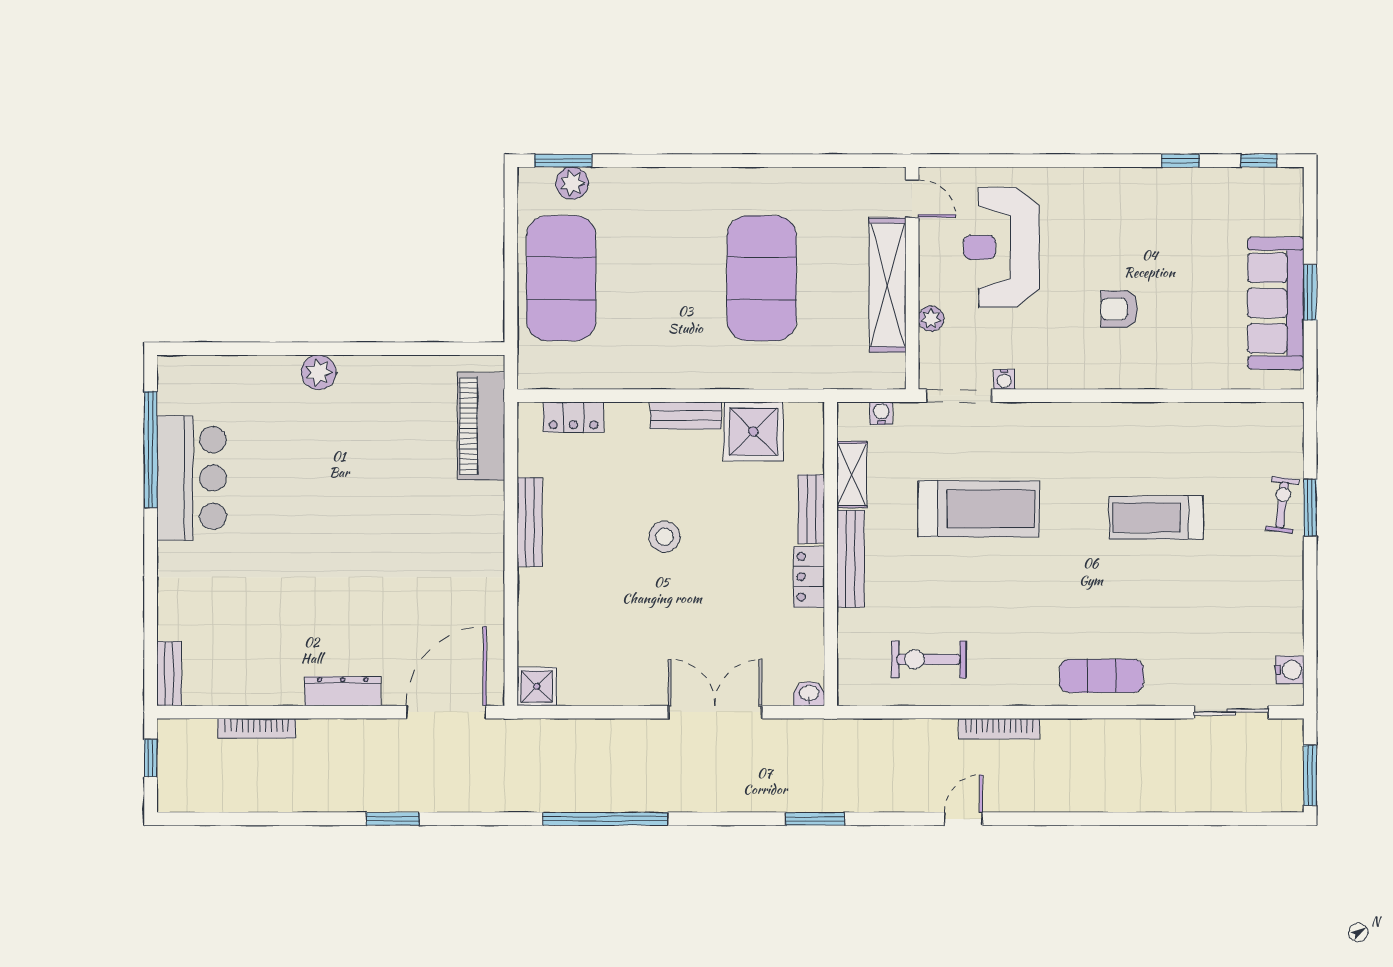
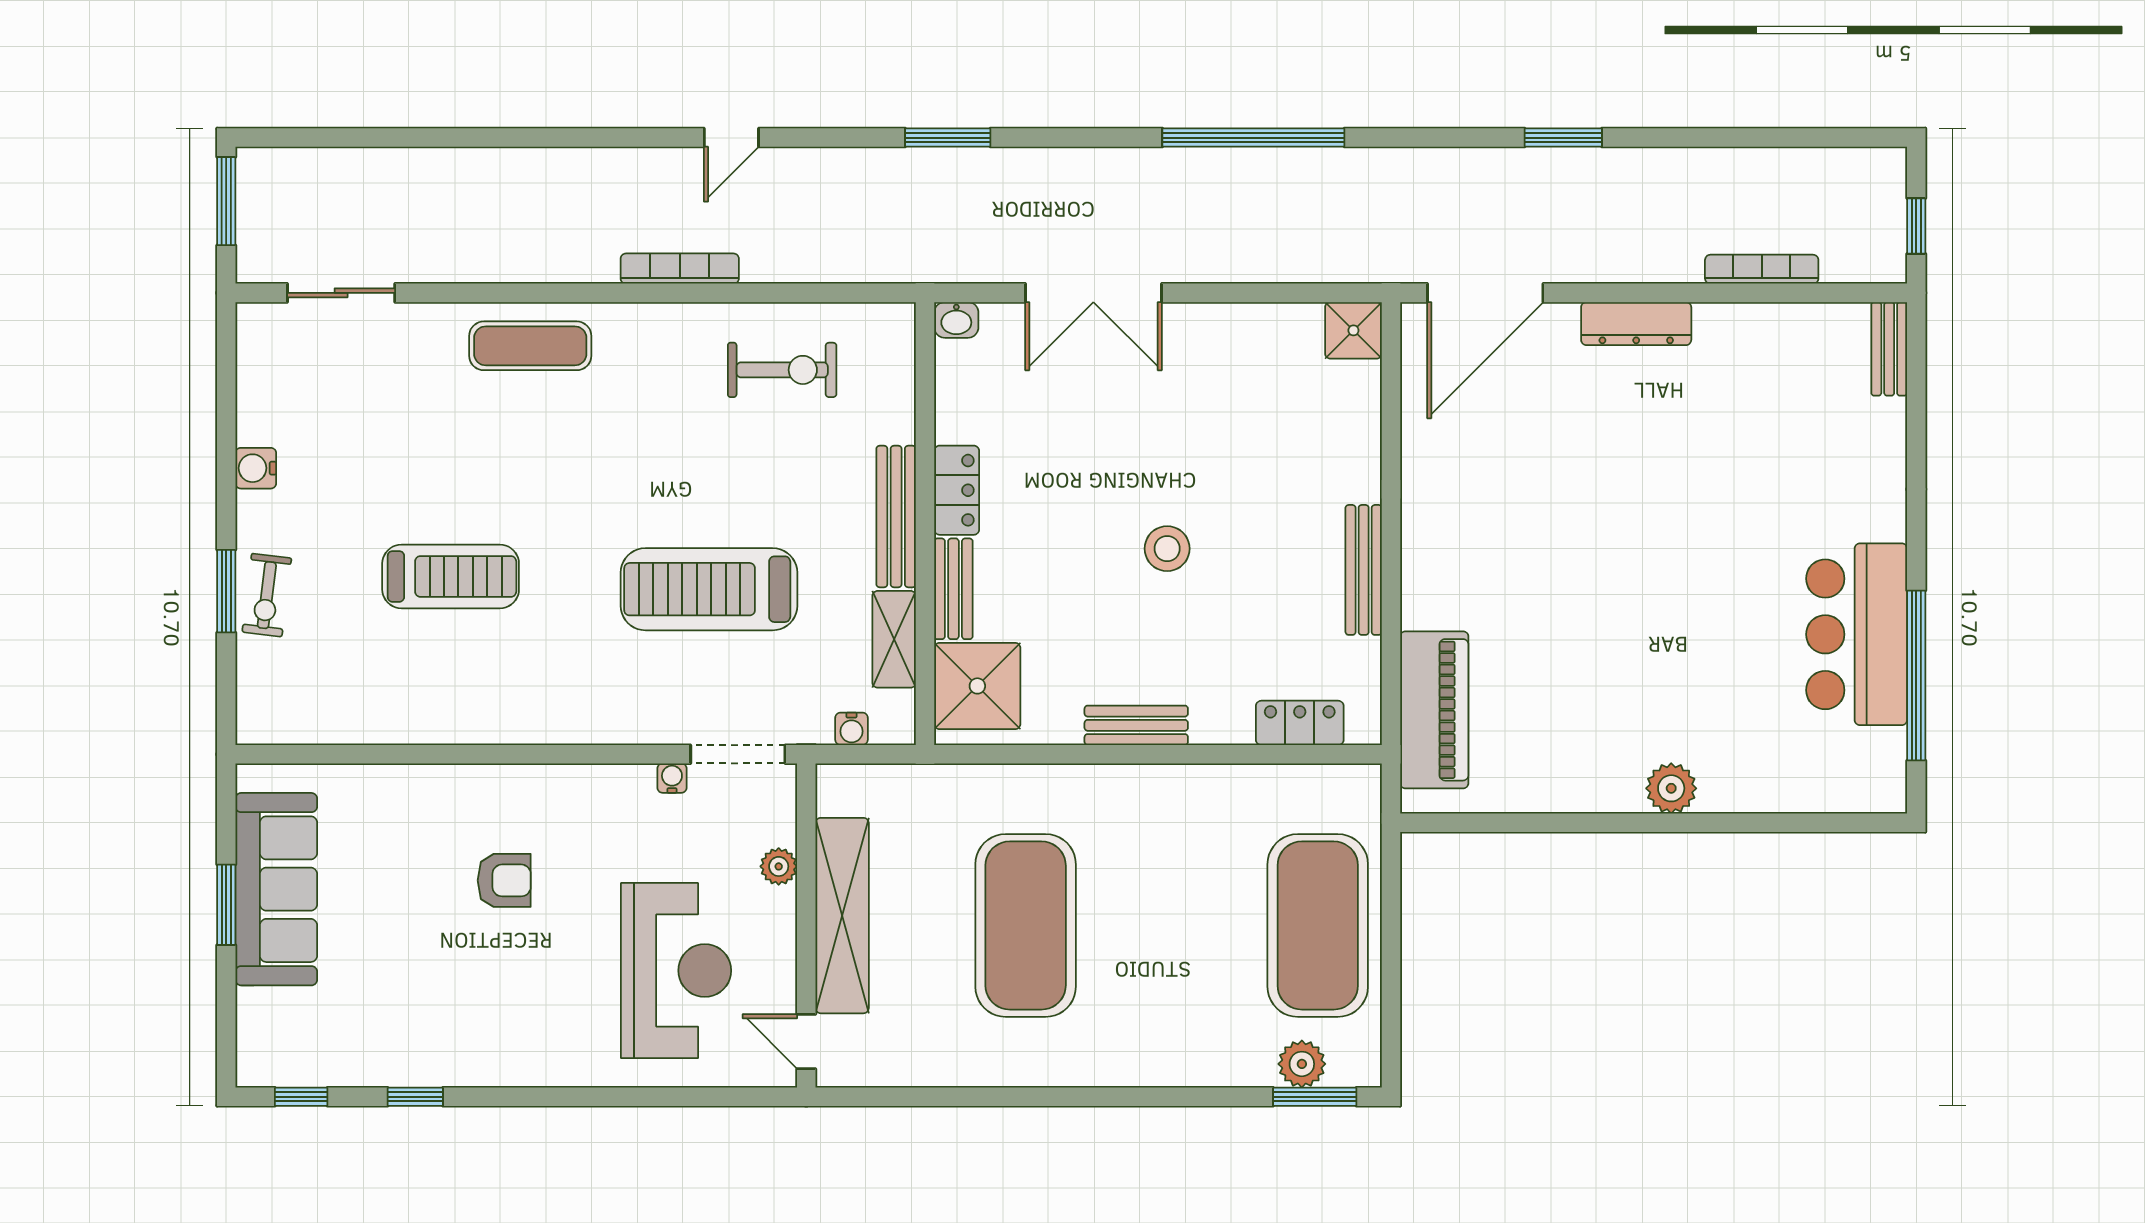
shower: (753, 432) -> (977, 686), moved
water cooler: (1290, 670) -> (256, 468), moved

